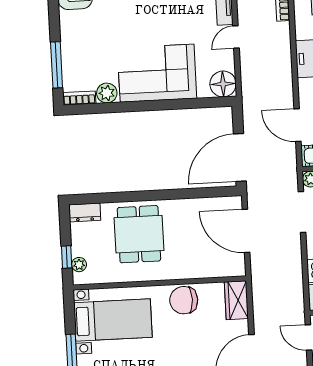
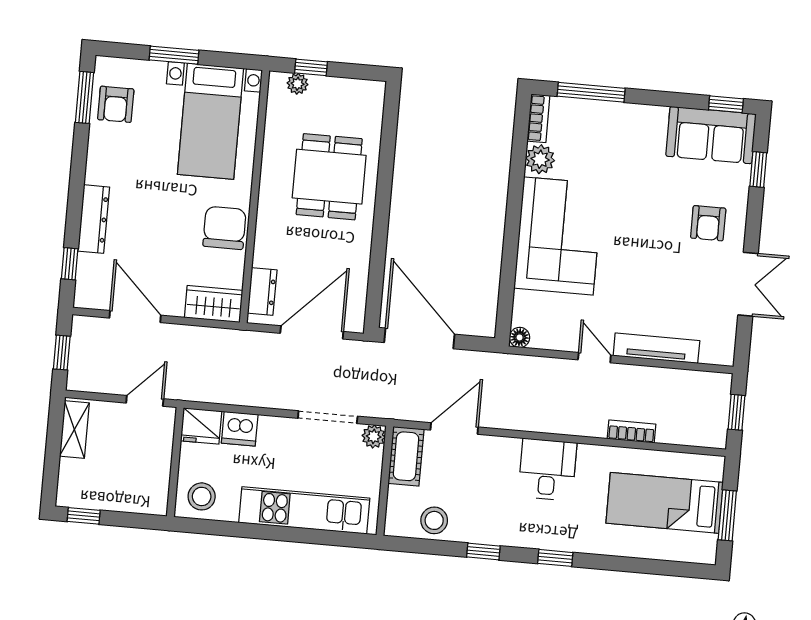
floor lamp: (223, 84) -> (520, 337), width x0.53, depth x0.53
dresser: (85, 212) -> (262, 291), moved, turned 180
dining table: (139, 234) -> (329, 177), turned 90

